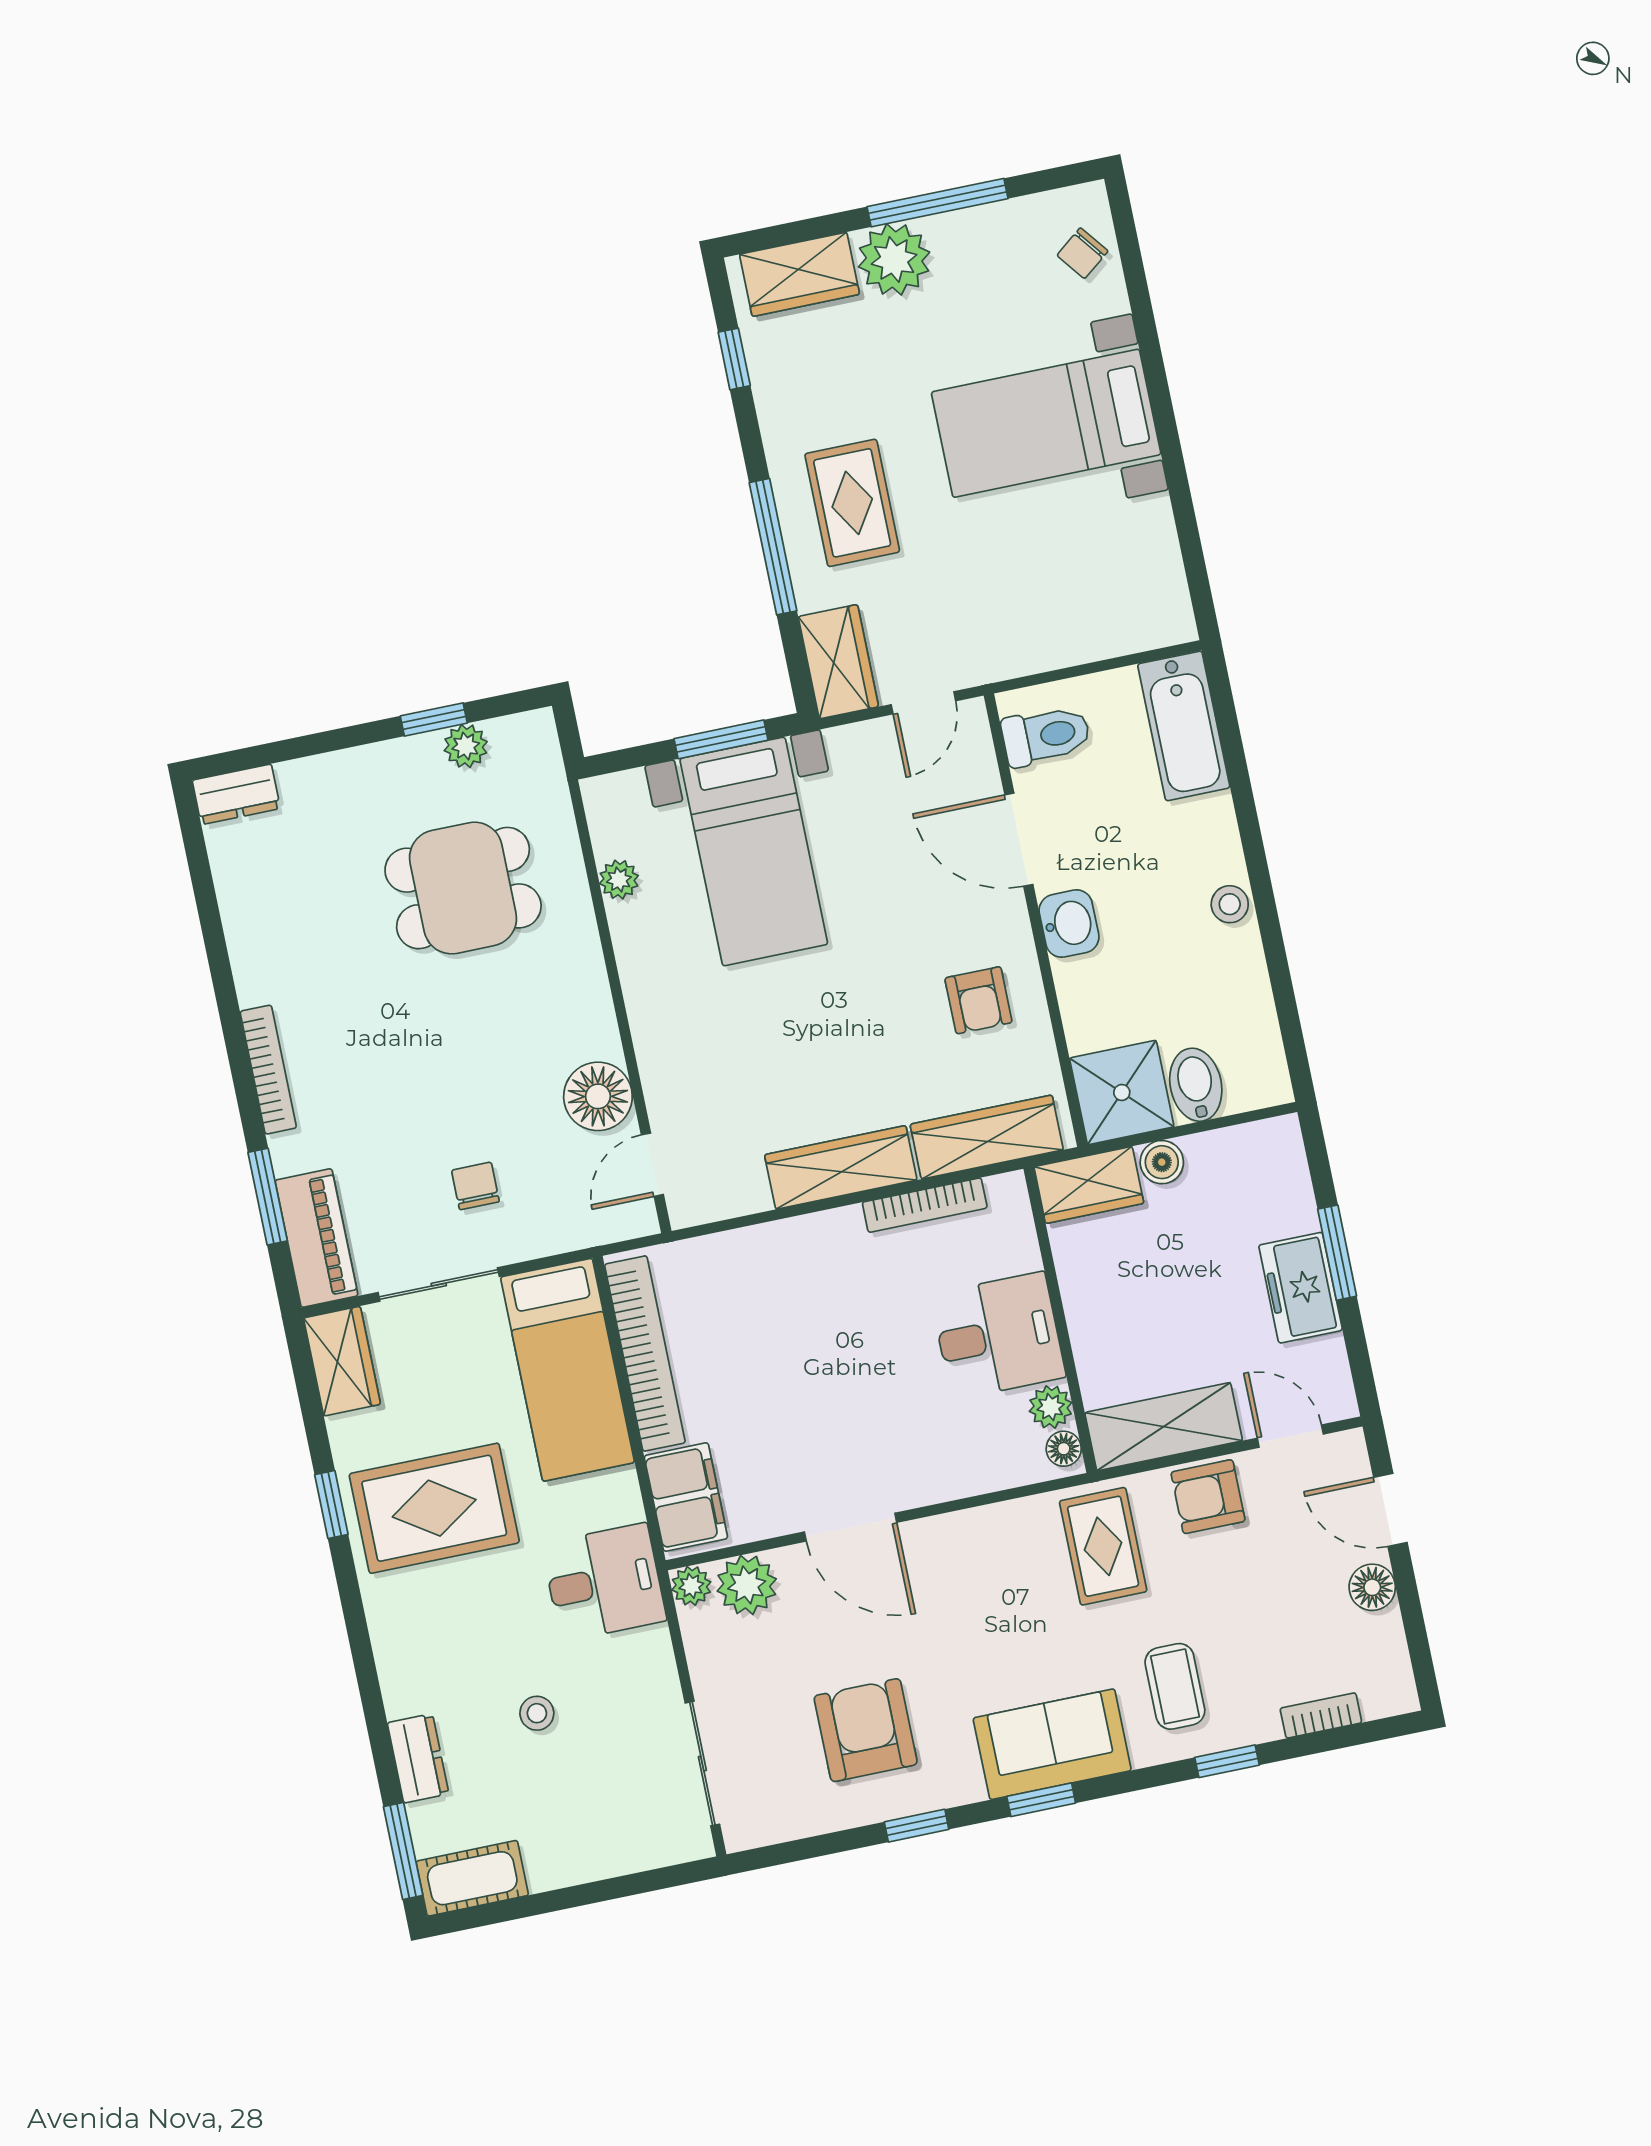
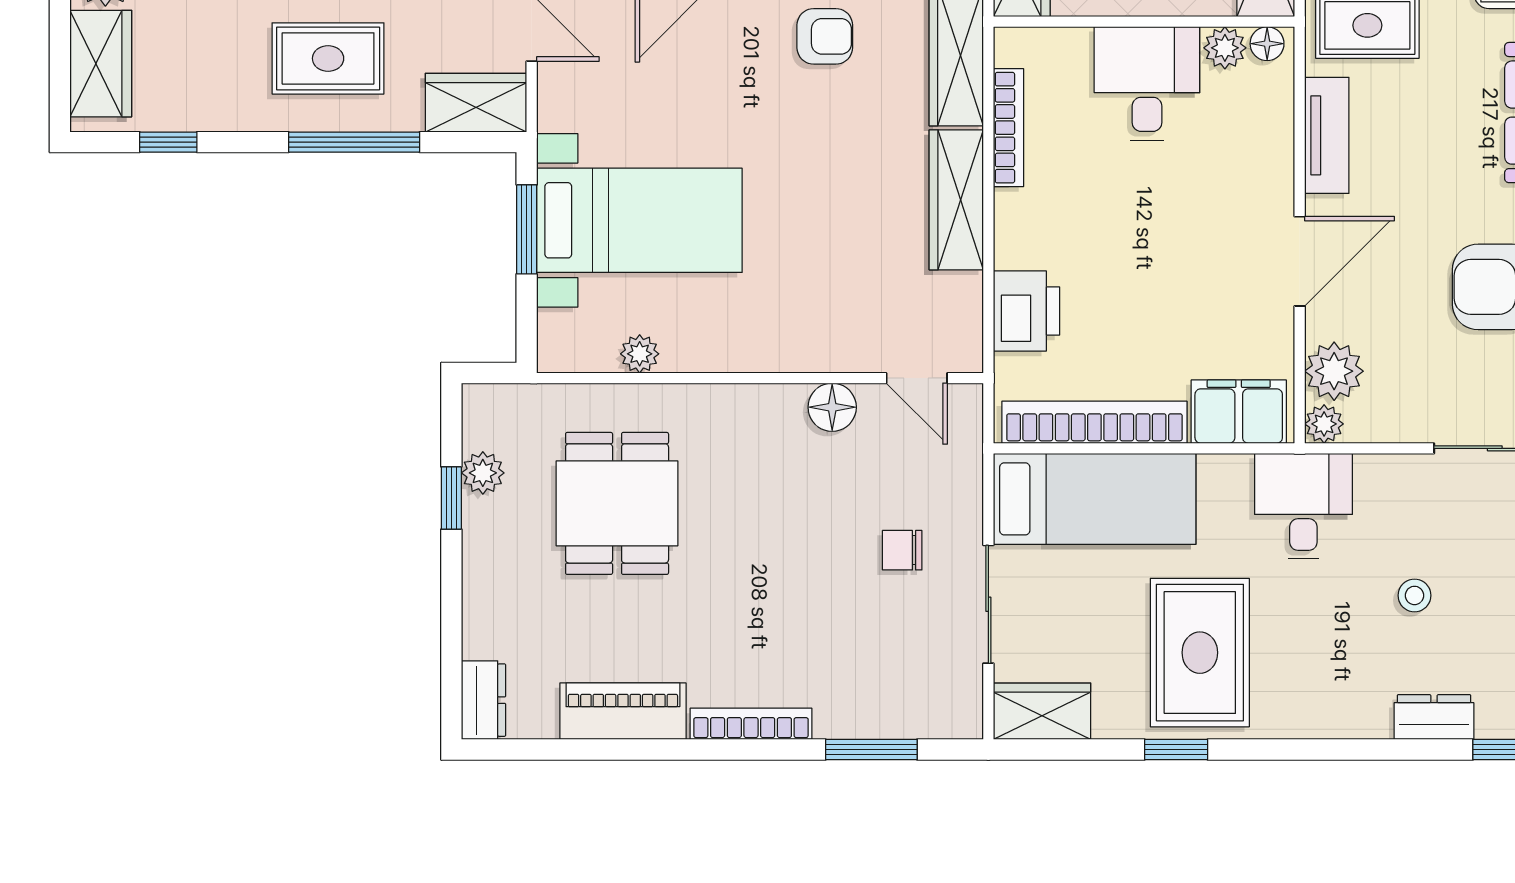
floor lamp: (598, 1096) -> (832, 407), width x0.73, depth x0.73
piano: (316, 1238) -> (623, 711), moved
printer: (743, 1262) -> (1027, 311), added
tv unit: (983, 1528) -> (1327, 135), added

